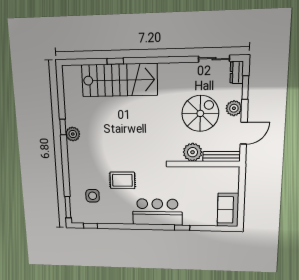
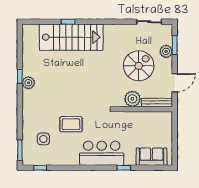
dresser: (237, 72) -> (167, 33), removed
plant: (234, 108) -> (166, 51), moved
sofa: (228, 210) -> (152, 157), moved, turned 90

